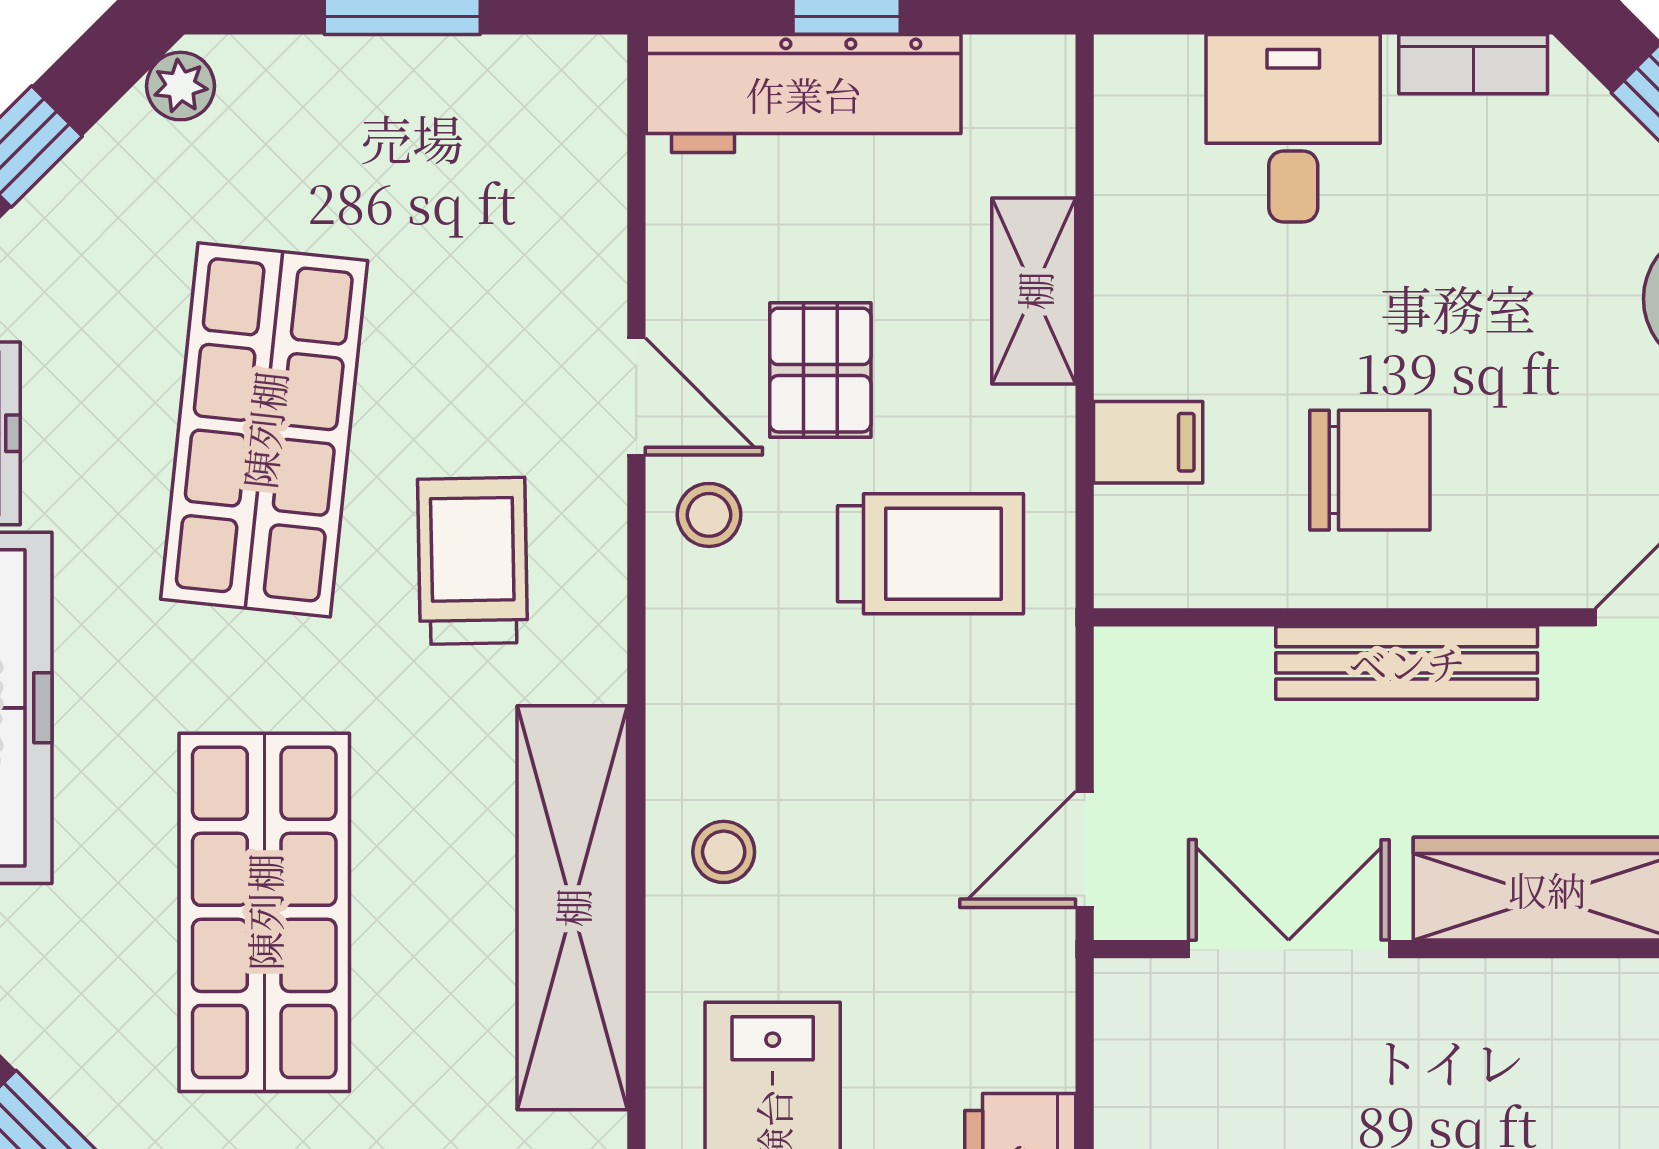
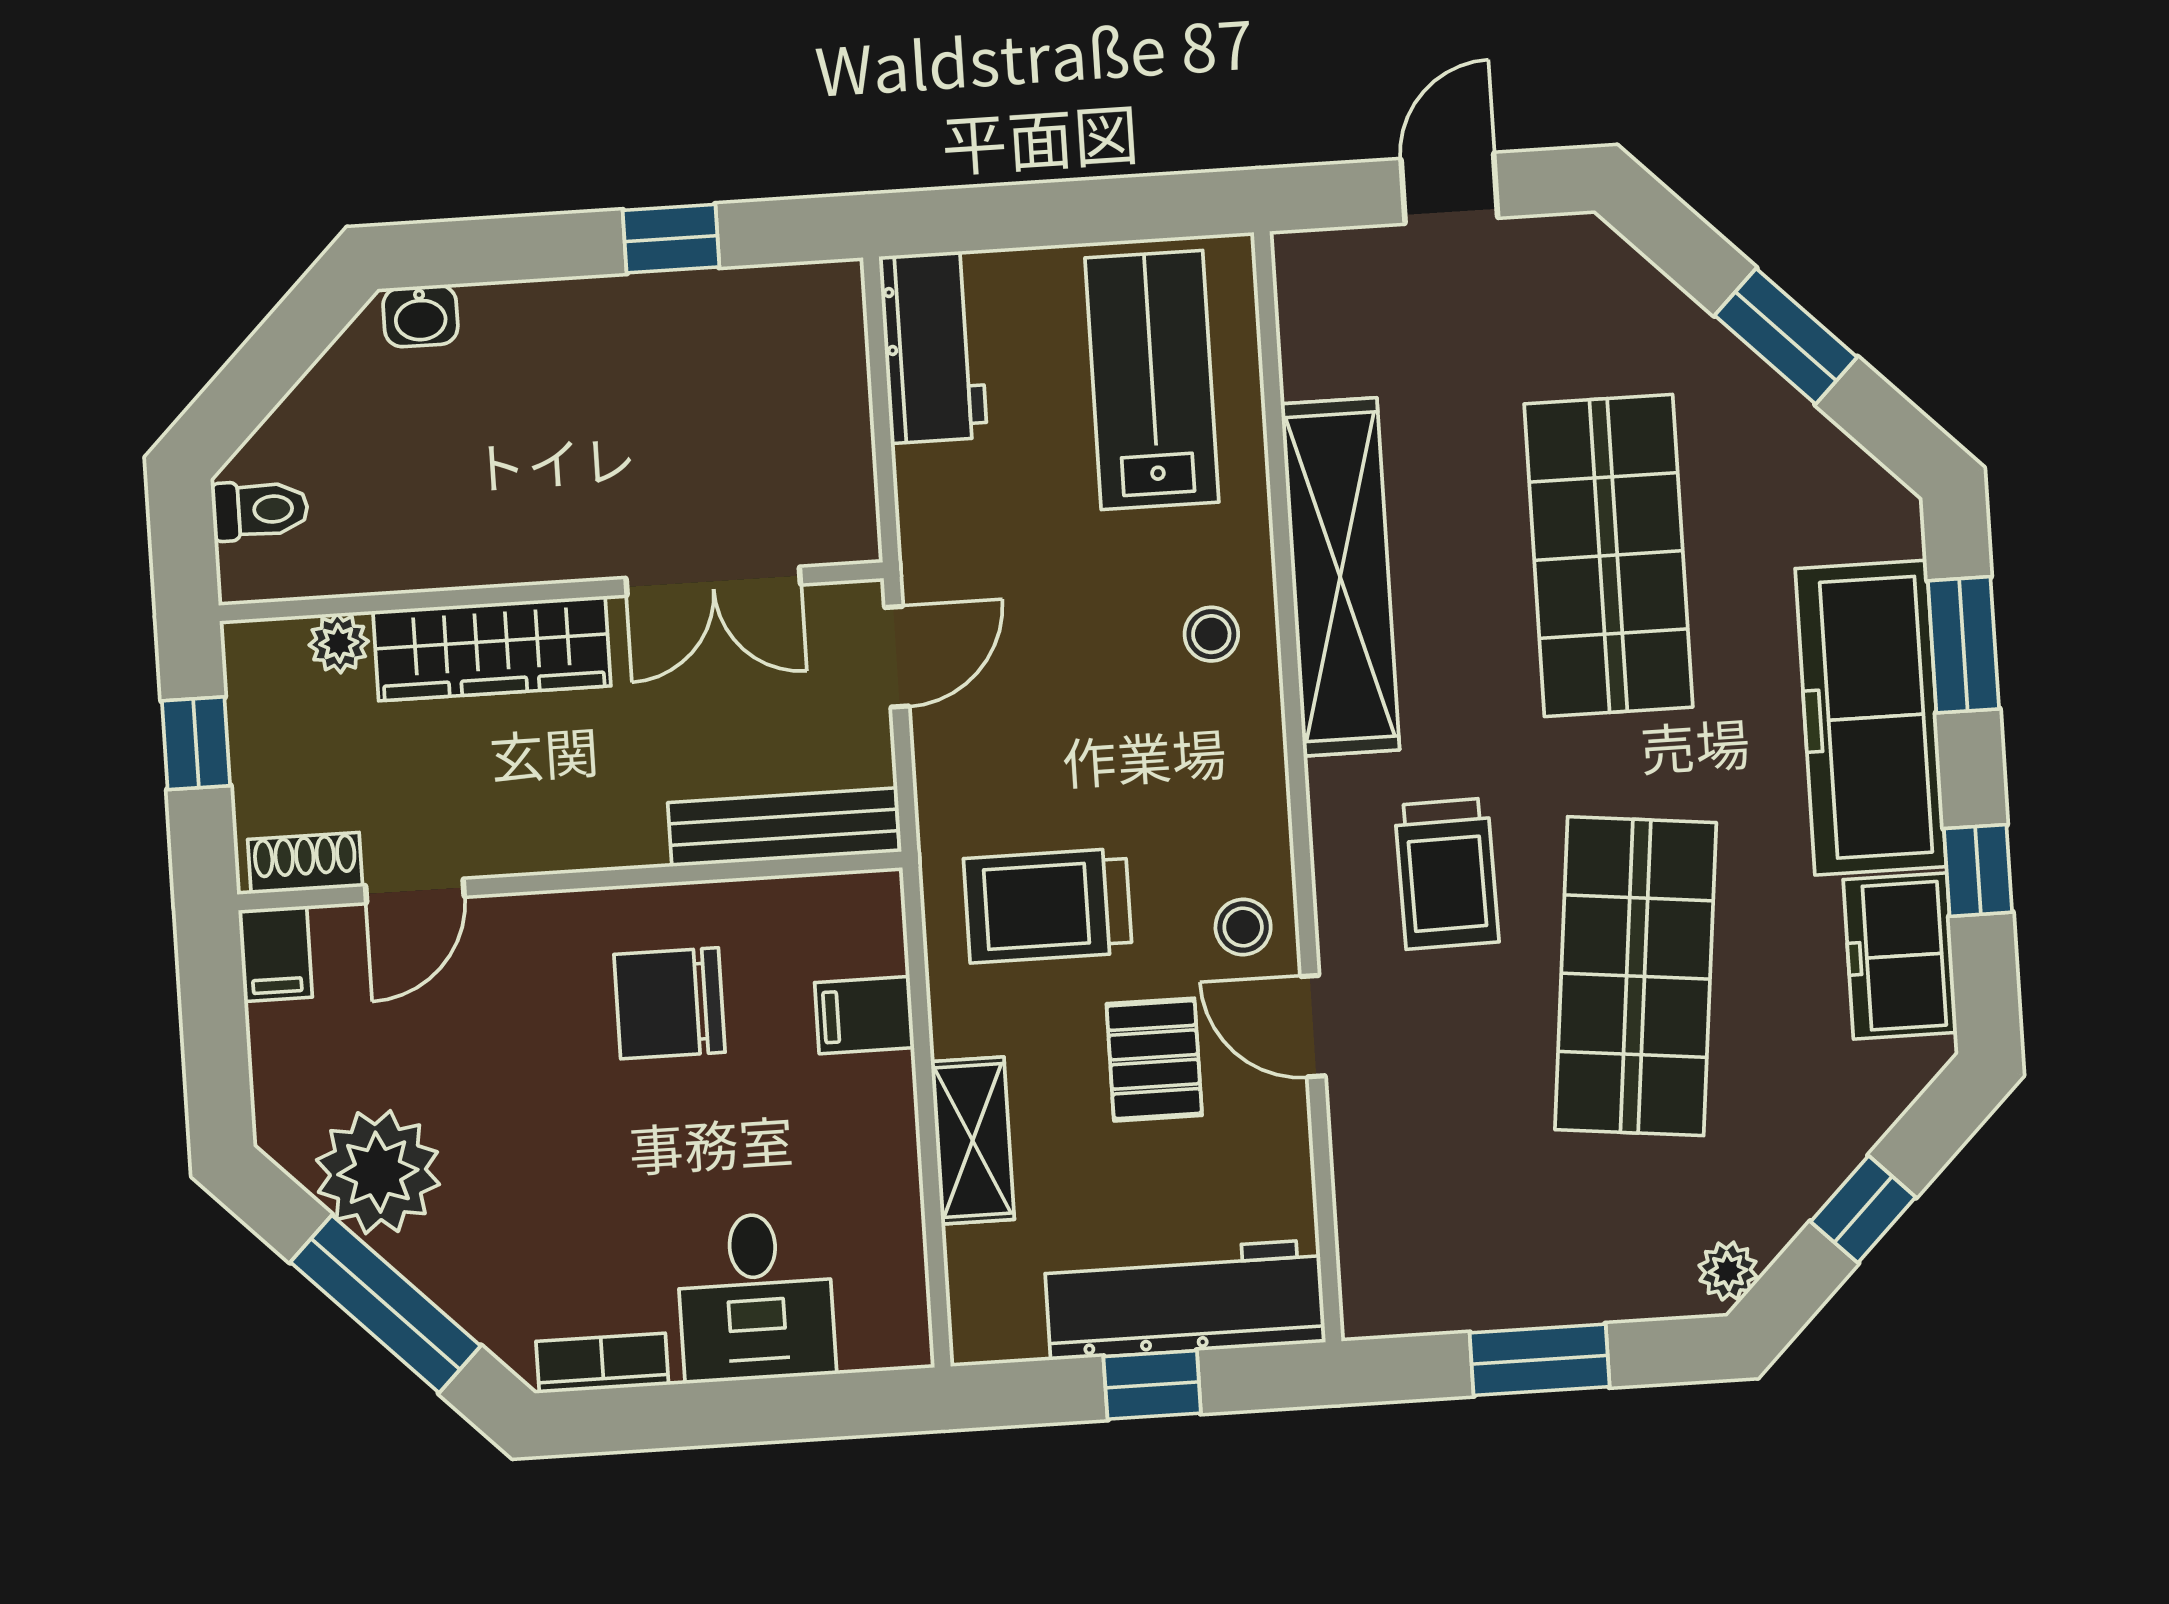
bench: (1407, 663) -> (784, 827), moved

